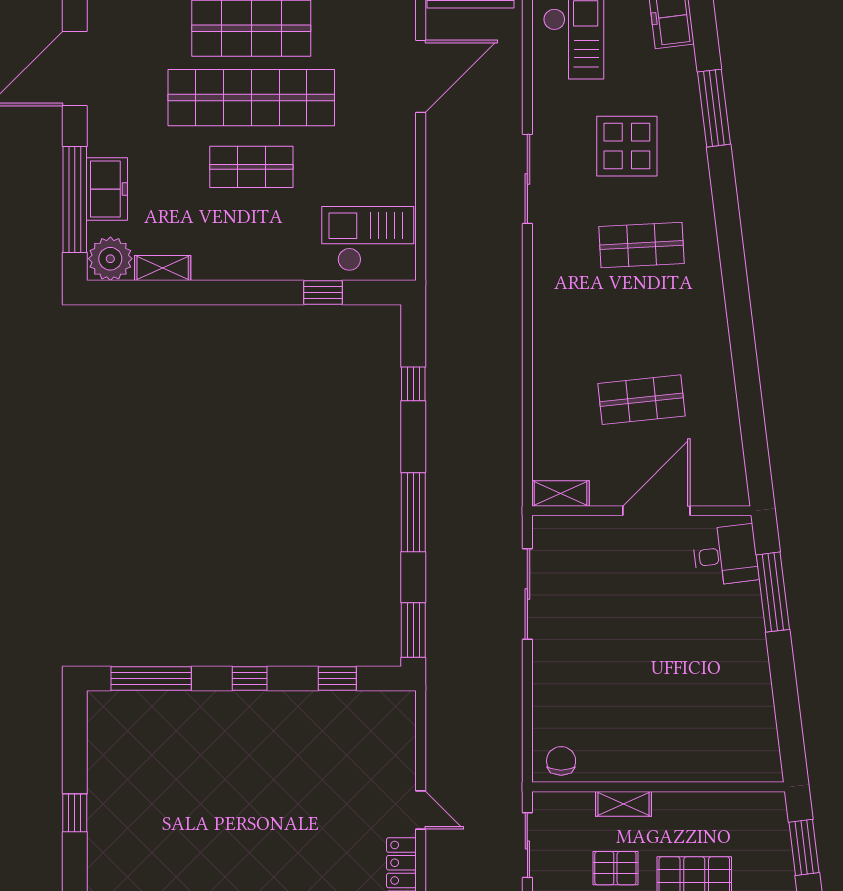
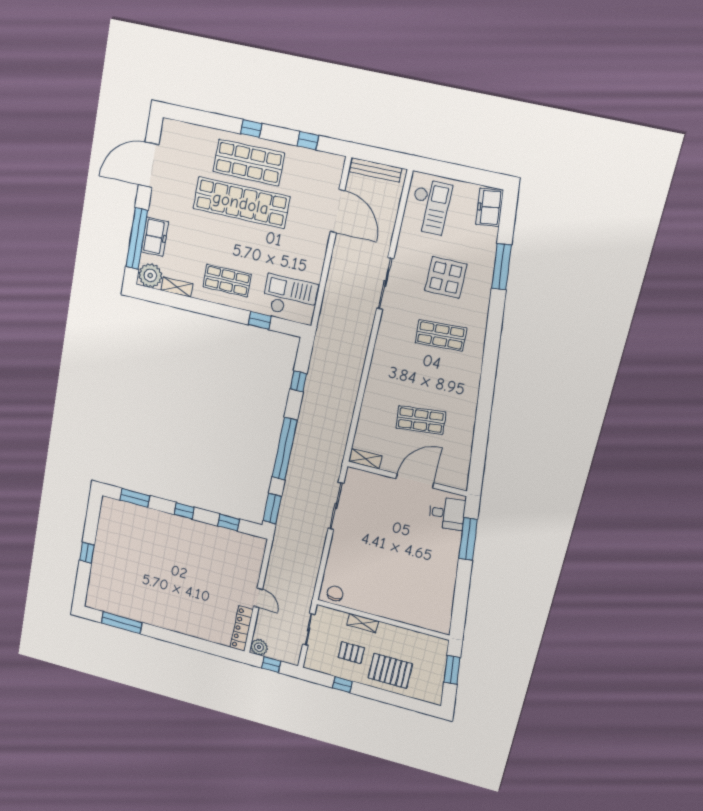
door: (421, 76) -> (338, 211), hinge flipped
shop shelf: (251, 167) -> (227, 281), moved
window: (413, 512) -> (285, 449), width x1.46
window: (151, 679) -> (135, 498), width x0.69

